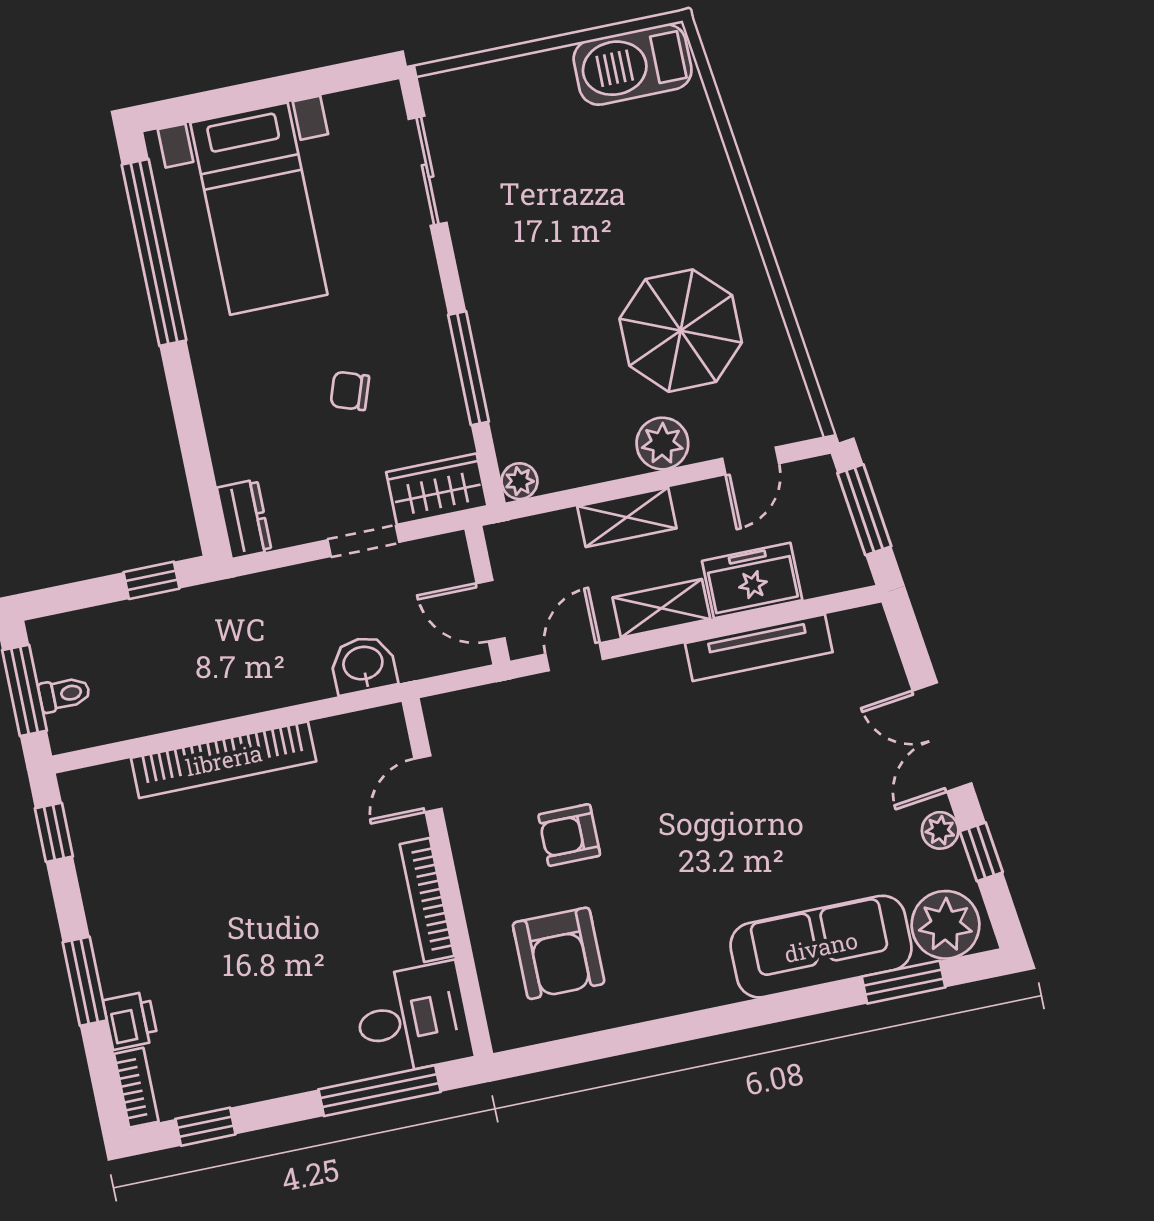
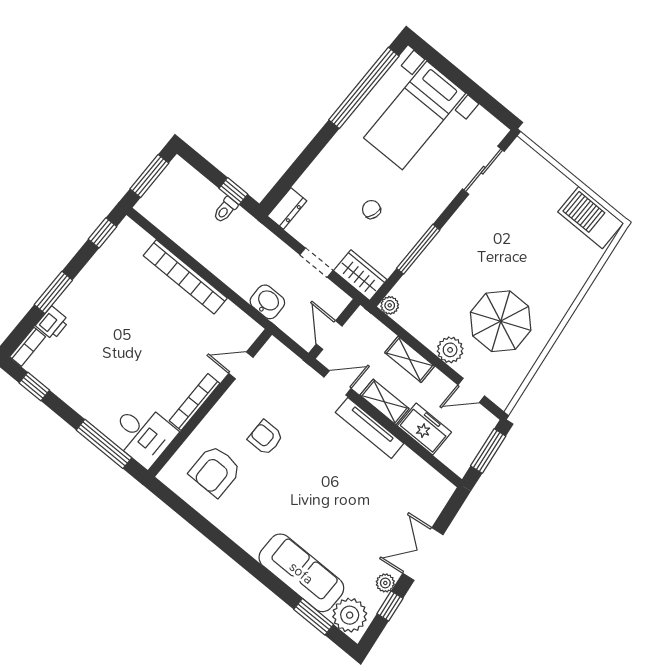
tv unit: (759, 648) -> (370, 428), moved
toilet: (64, 694) -> (225, 210), moved, turned 90

